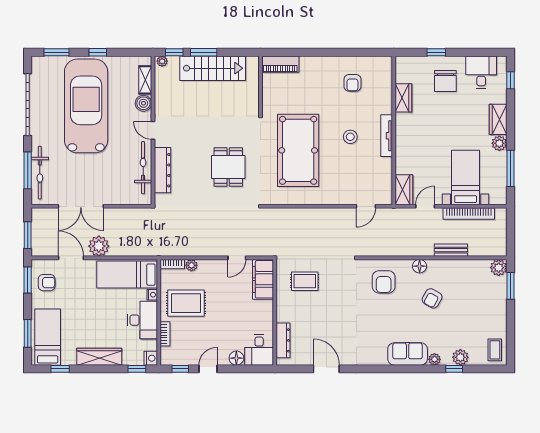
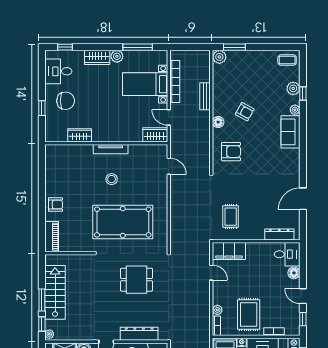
armchair: (352, 83) -> (56, 205), moved

